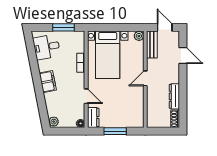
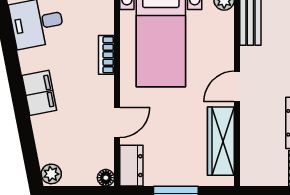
door: (86, 96) -> (117, 122), hinge flipped
wardrobe: (137, 105) -> (221, 141), added

